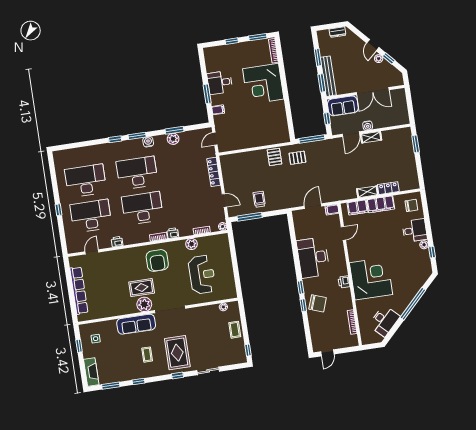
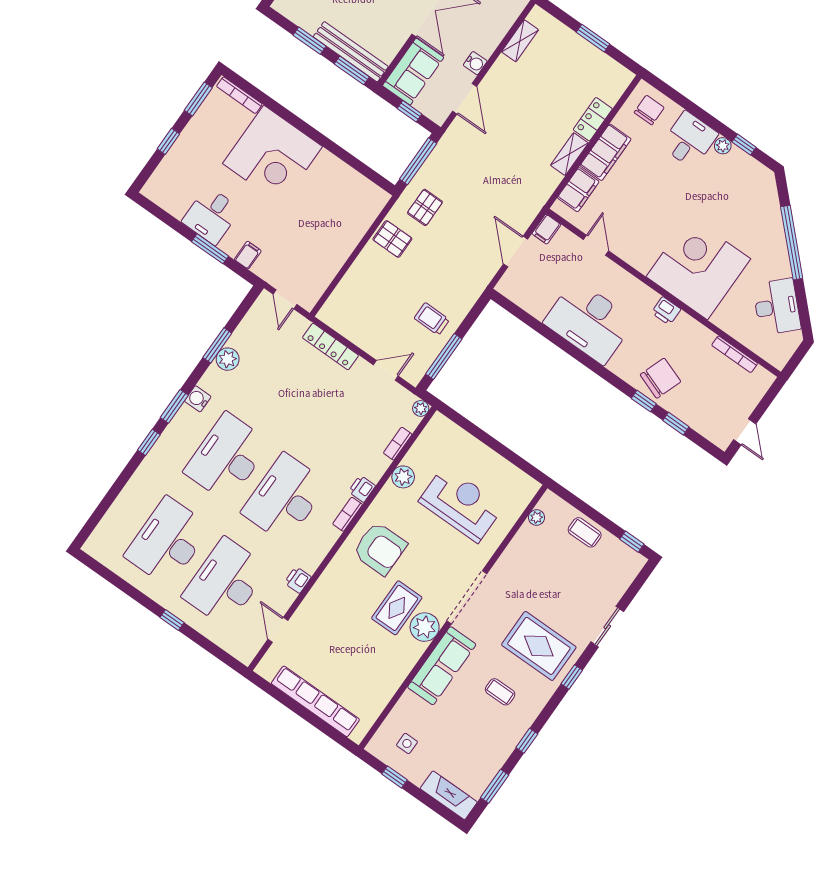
shelving: (371, 137) -> (520, 41), moved
window: (416, 144) -> (593, 38), moved
window: (301, 287) -> (676, 424), moved

